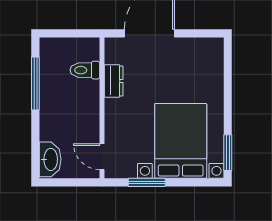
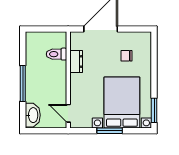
chair: (187, 73) -> (126, 56), added
window: (35, 83) -> (23, 83), moved
window: (147, 182) -> (110, 131), moved

